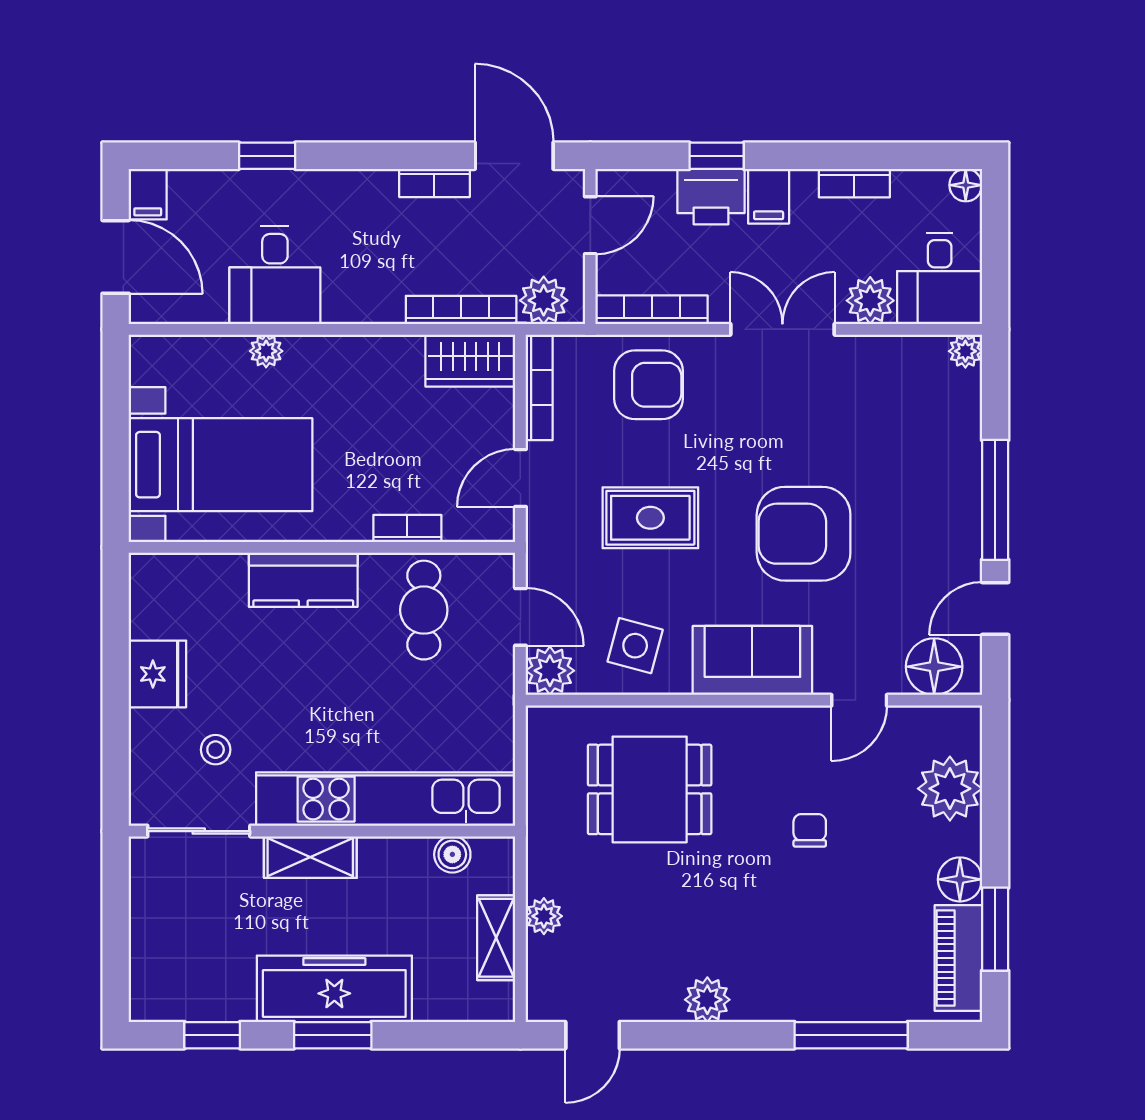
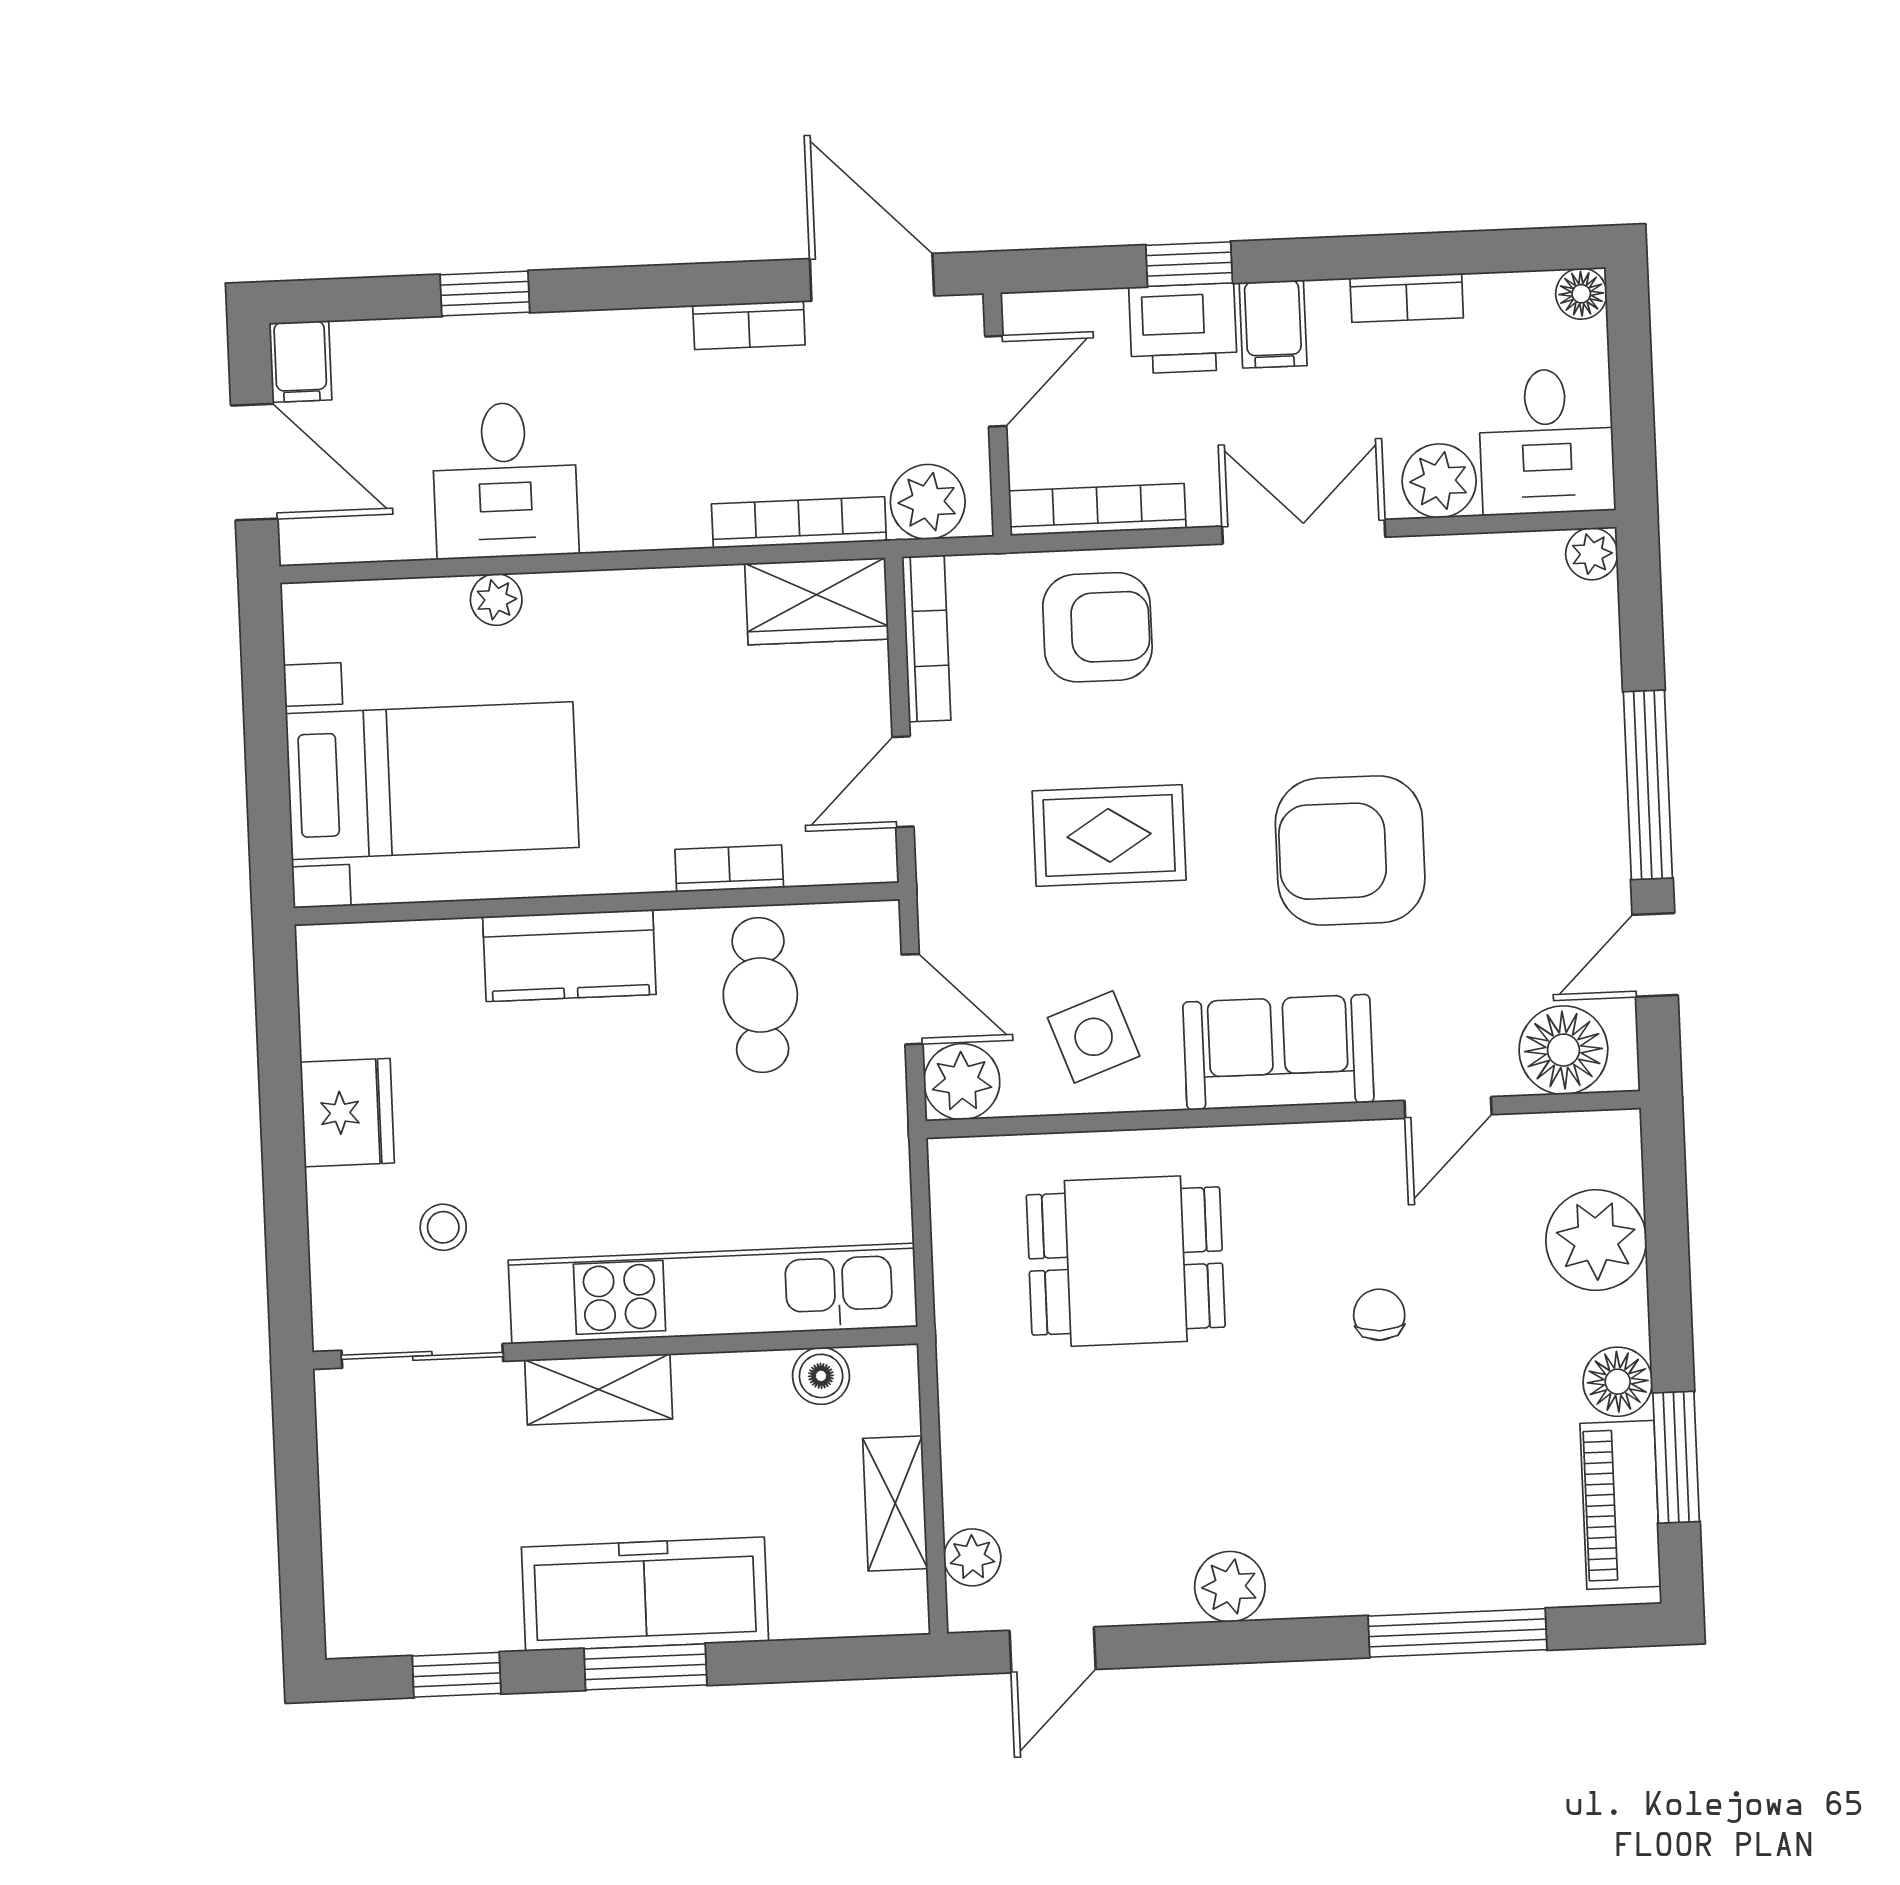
side table: (635, 646) -> (1094, 1037), turned -35
plant: (544, 916) -> (972, 1557), moved

